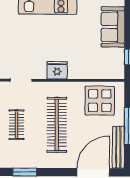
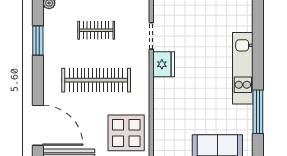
fridge: (57, 70) -> (164, 64), moved

